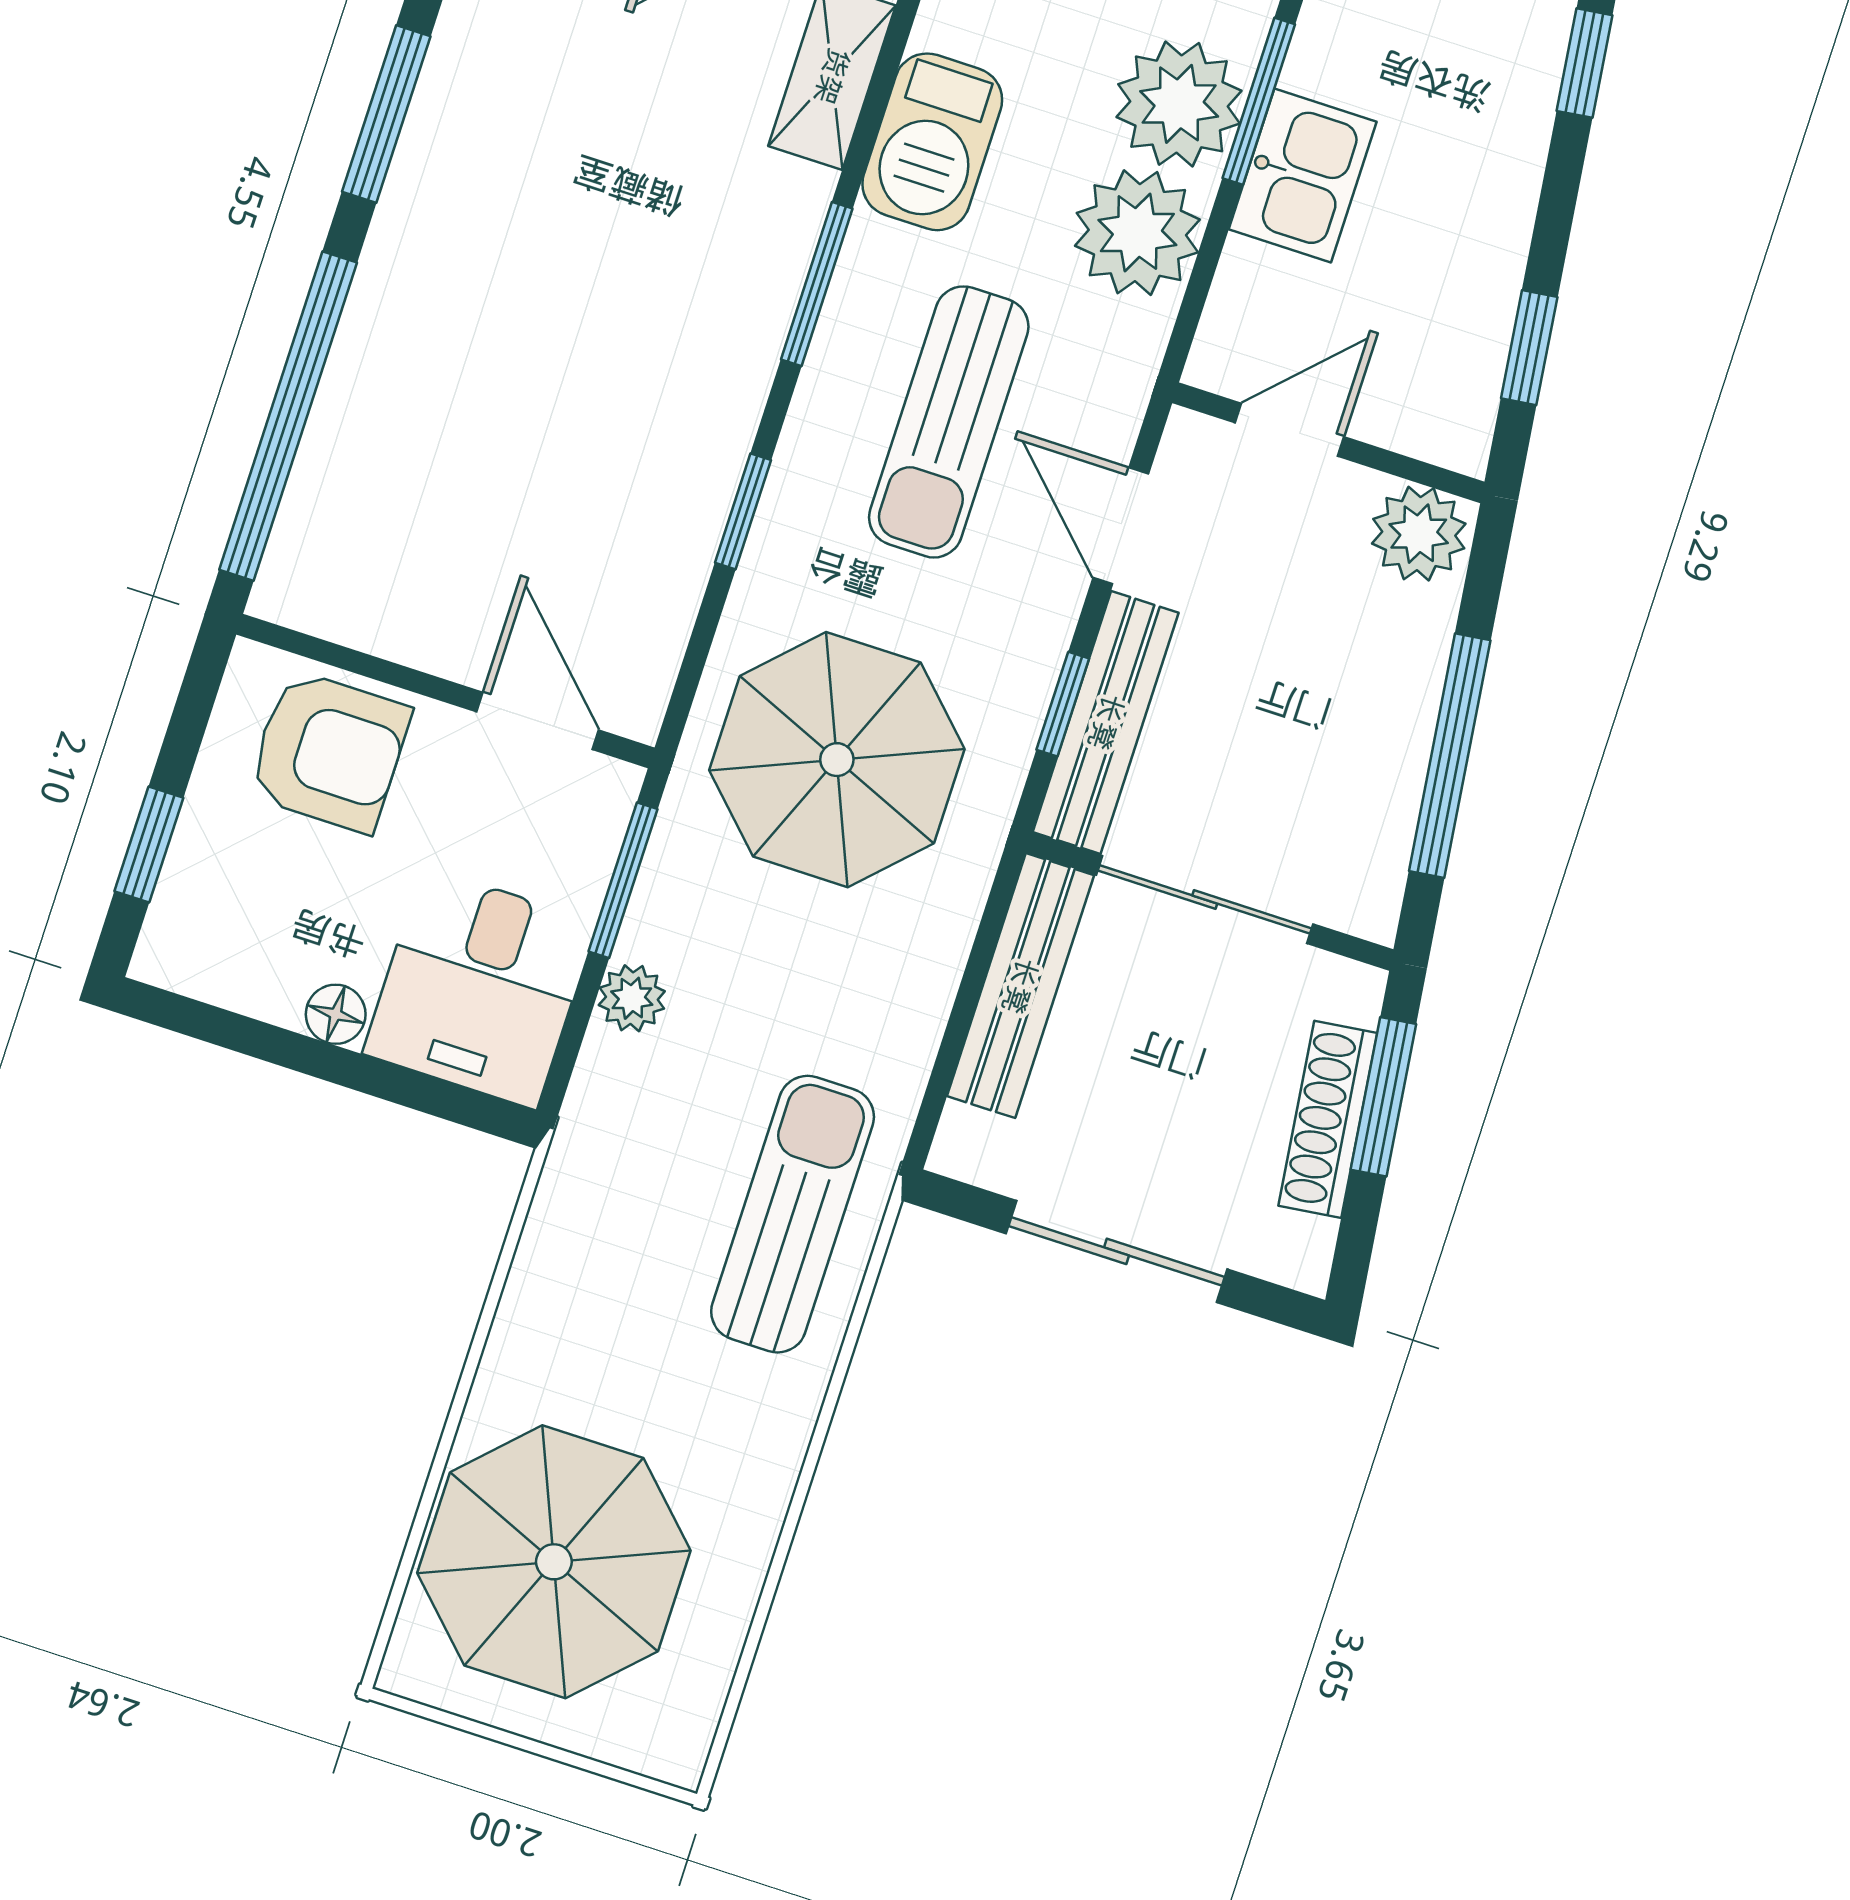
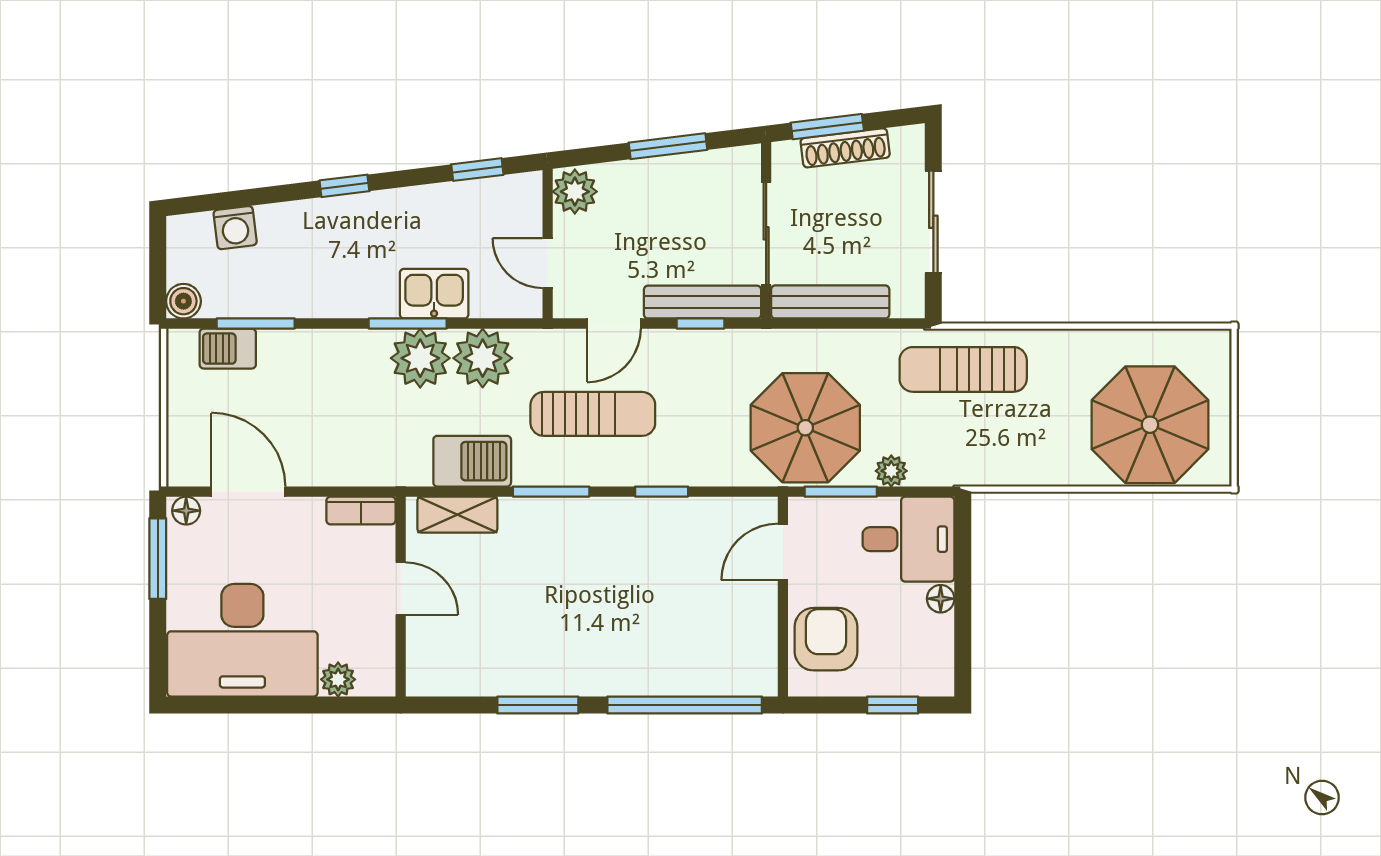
window: (1450, 756) -> (668, 146), width x0.69
parasol: (837, 760) -> (805, 428), moved

